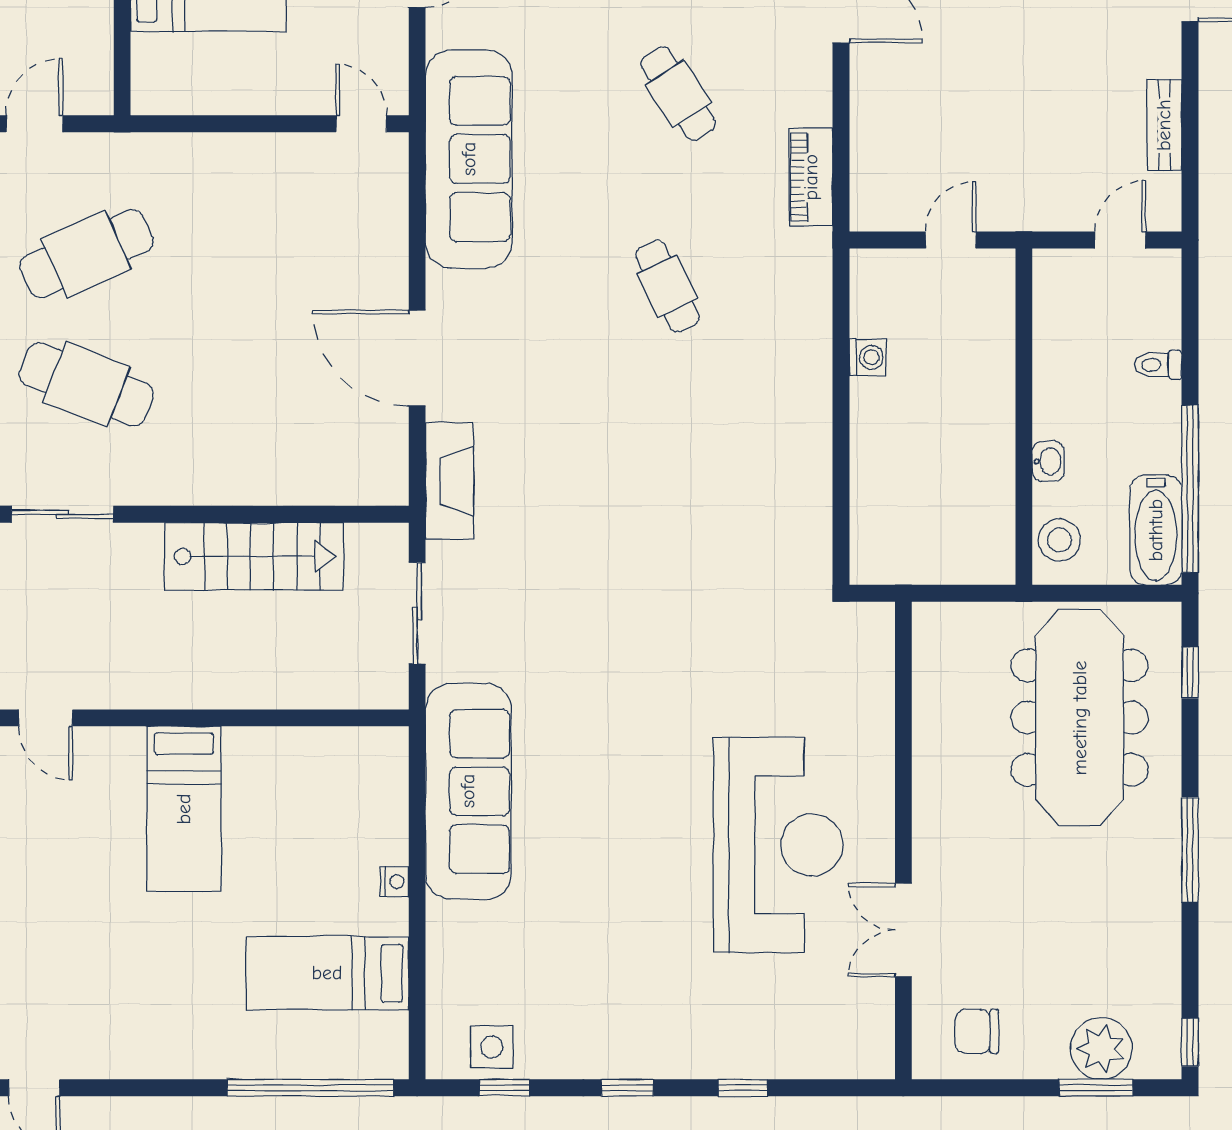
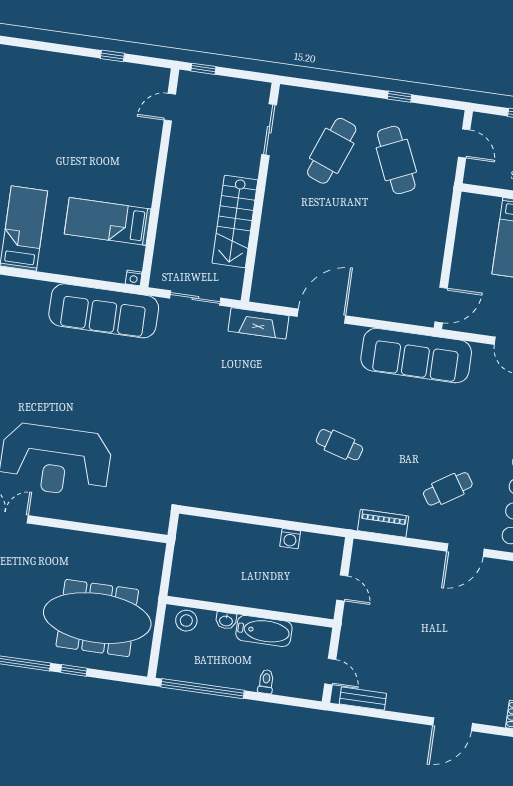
cafe table: (678, 94) -> (448, 489), moved
door: (361, 124) -> (441, 305), width x1.38
bench: (1164, 125) -> (363, 699), moved
cafe table: (667, 286) -> (339, 445), turned 42
bathtub: (1156, 530) -> (264, 631), moved, turned 180
window: (1190, 673) -> (74, 670), moved
bed: (184, 809) -> (108, 221), moved
nightstand: (395, 882) -> (134, 278), moved

